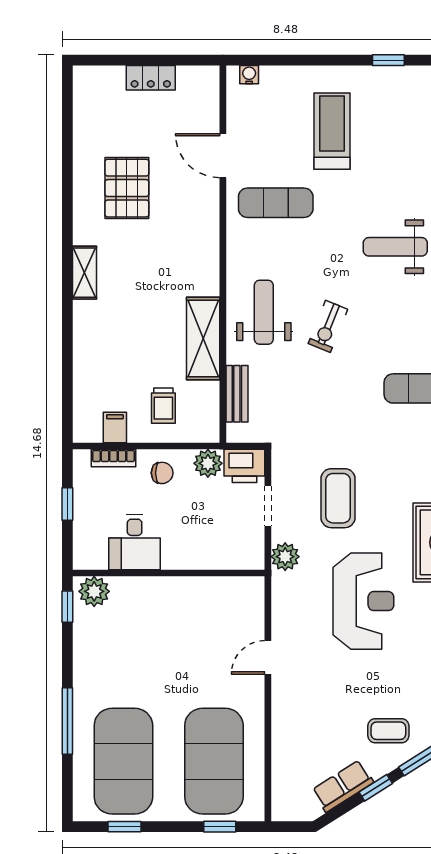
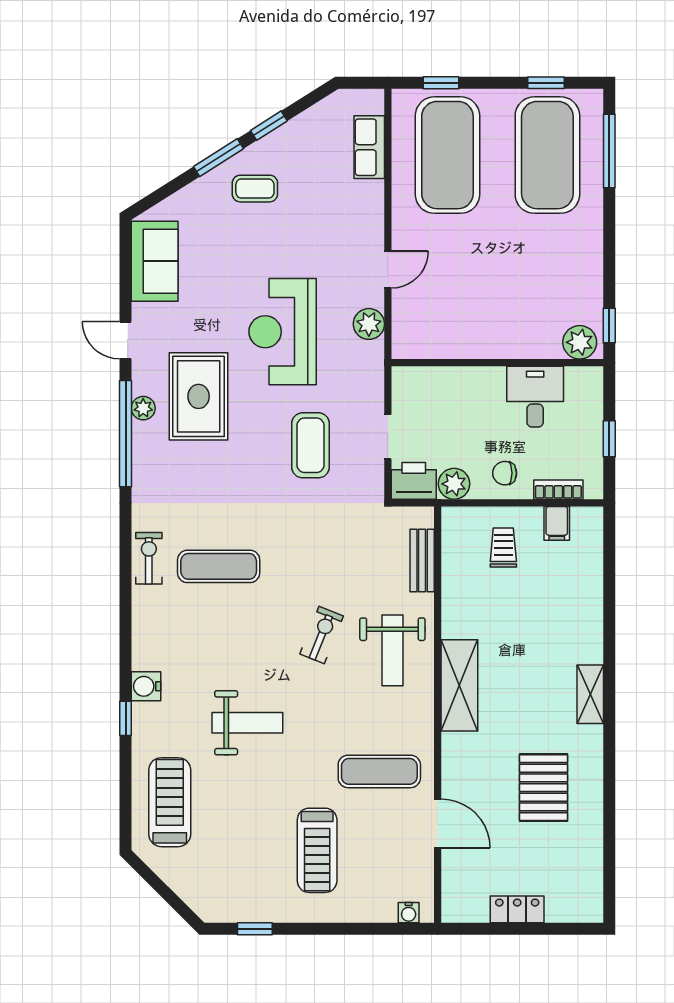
shelving: (203, 339) -> (459, 685), moved
plant: (285, 557) -> (369, 324), moved
window: (67, 721) -> (609, 151), moved
row of seats: (343, 786) -> (369, 147), moved, turned 122

